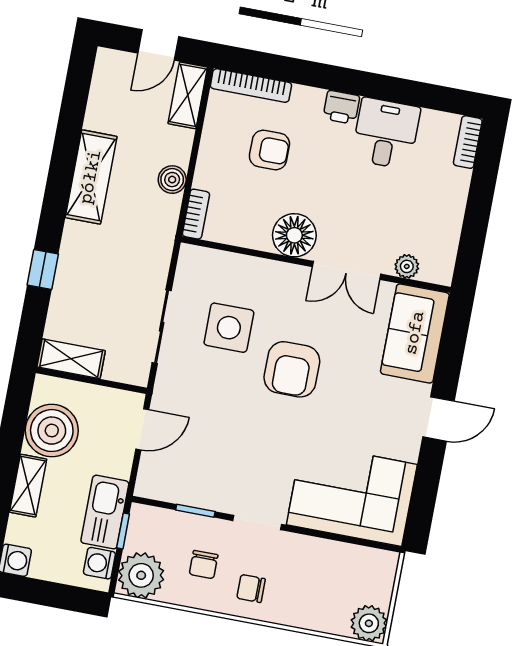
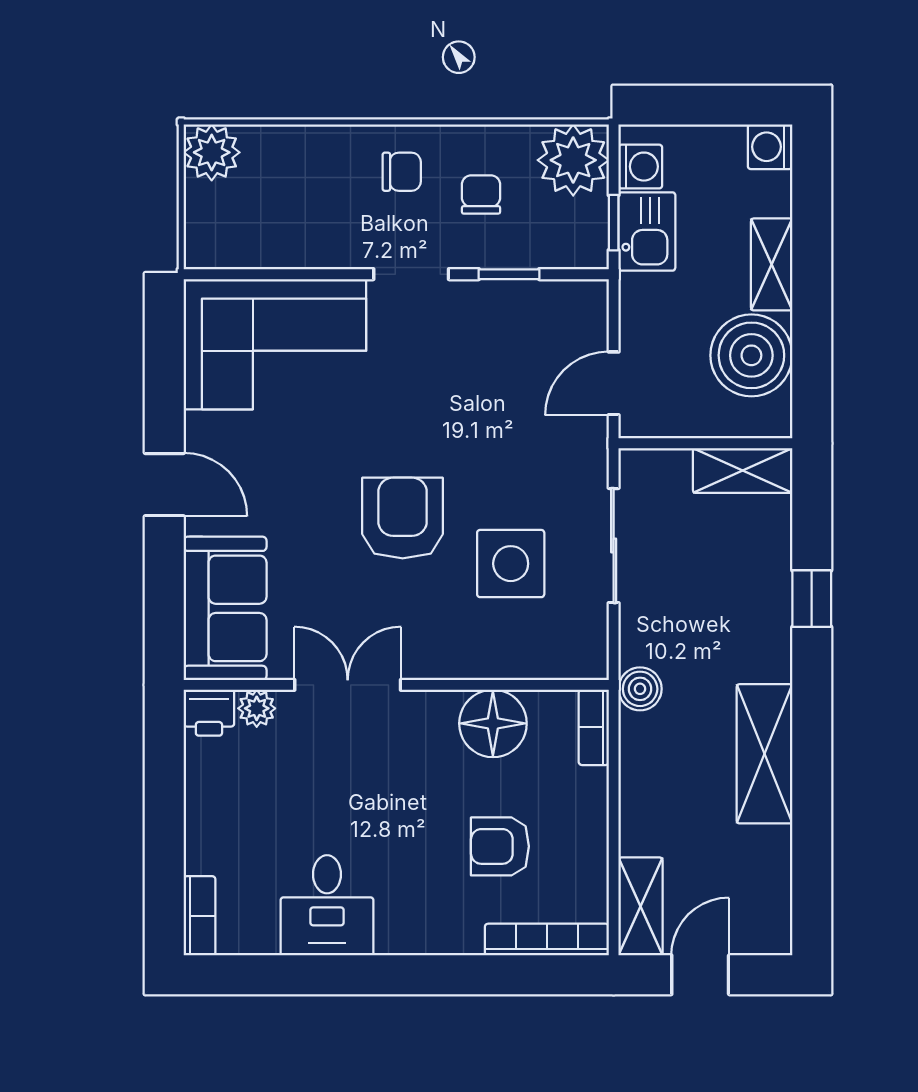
printer: (341, 107) -> (209, 713), moved, turned 180
boiler: (172, 180) -> (640, 689), moved
floor lamp: (294, 235) -> (493, 723), moved
door: (439, 419) -> (164, 485), swing flipped
kitchen sink: (105, 512) -> (647, 231), width x0.73

